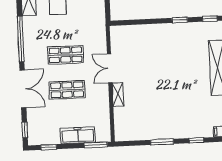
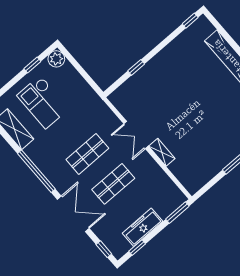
window: (180, 20) -> (136, 67), moved
freezer: (78, 135) -> (143, 227), moved

